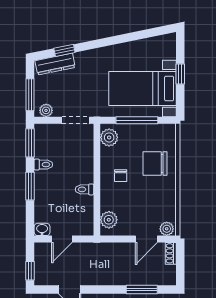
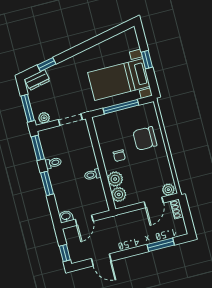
dresser: (55, 64) -> (37, 80), width x0.70
plant: (109, 137) -> (115, 179), moved

